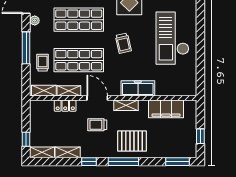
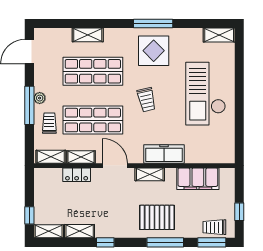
plant: (35, 21) -> (40, 98), moved
trolley: (97, 125) -> (214, 227), moved
window: (123, 162) -> (165, 242), moved

